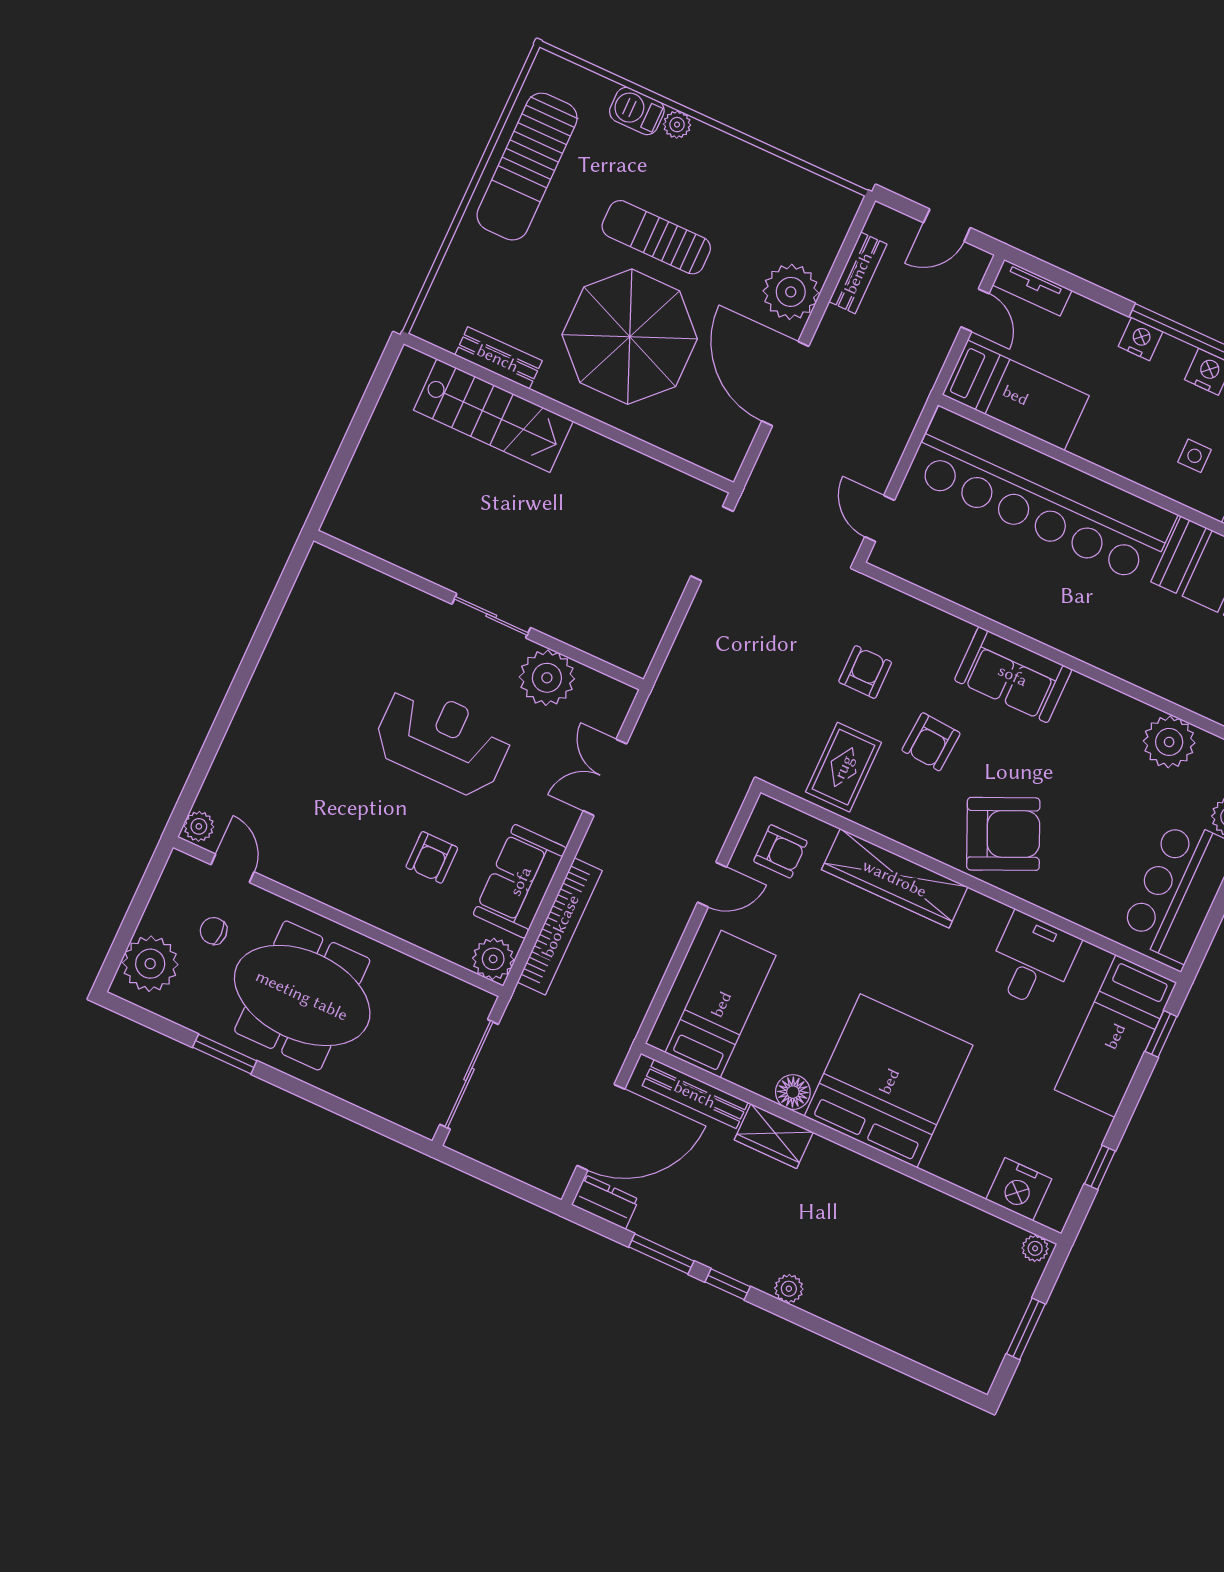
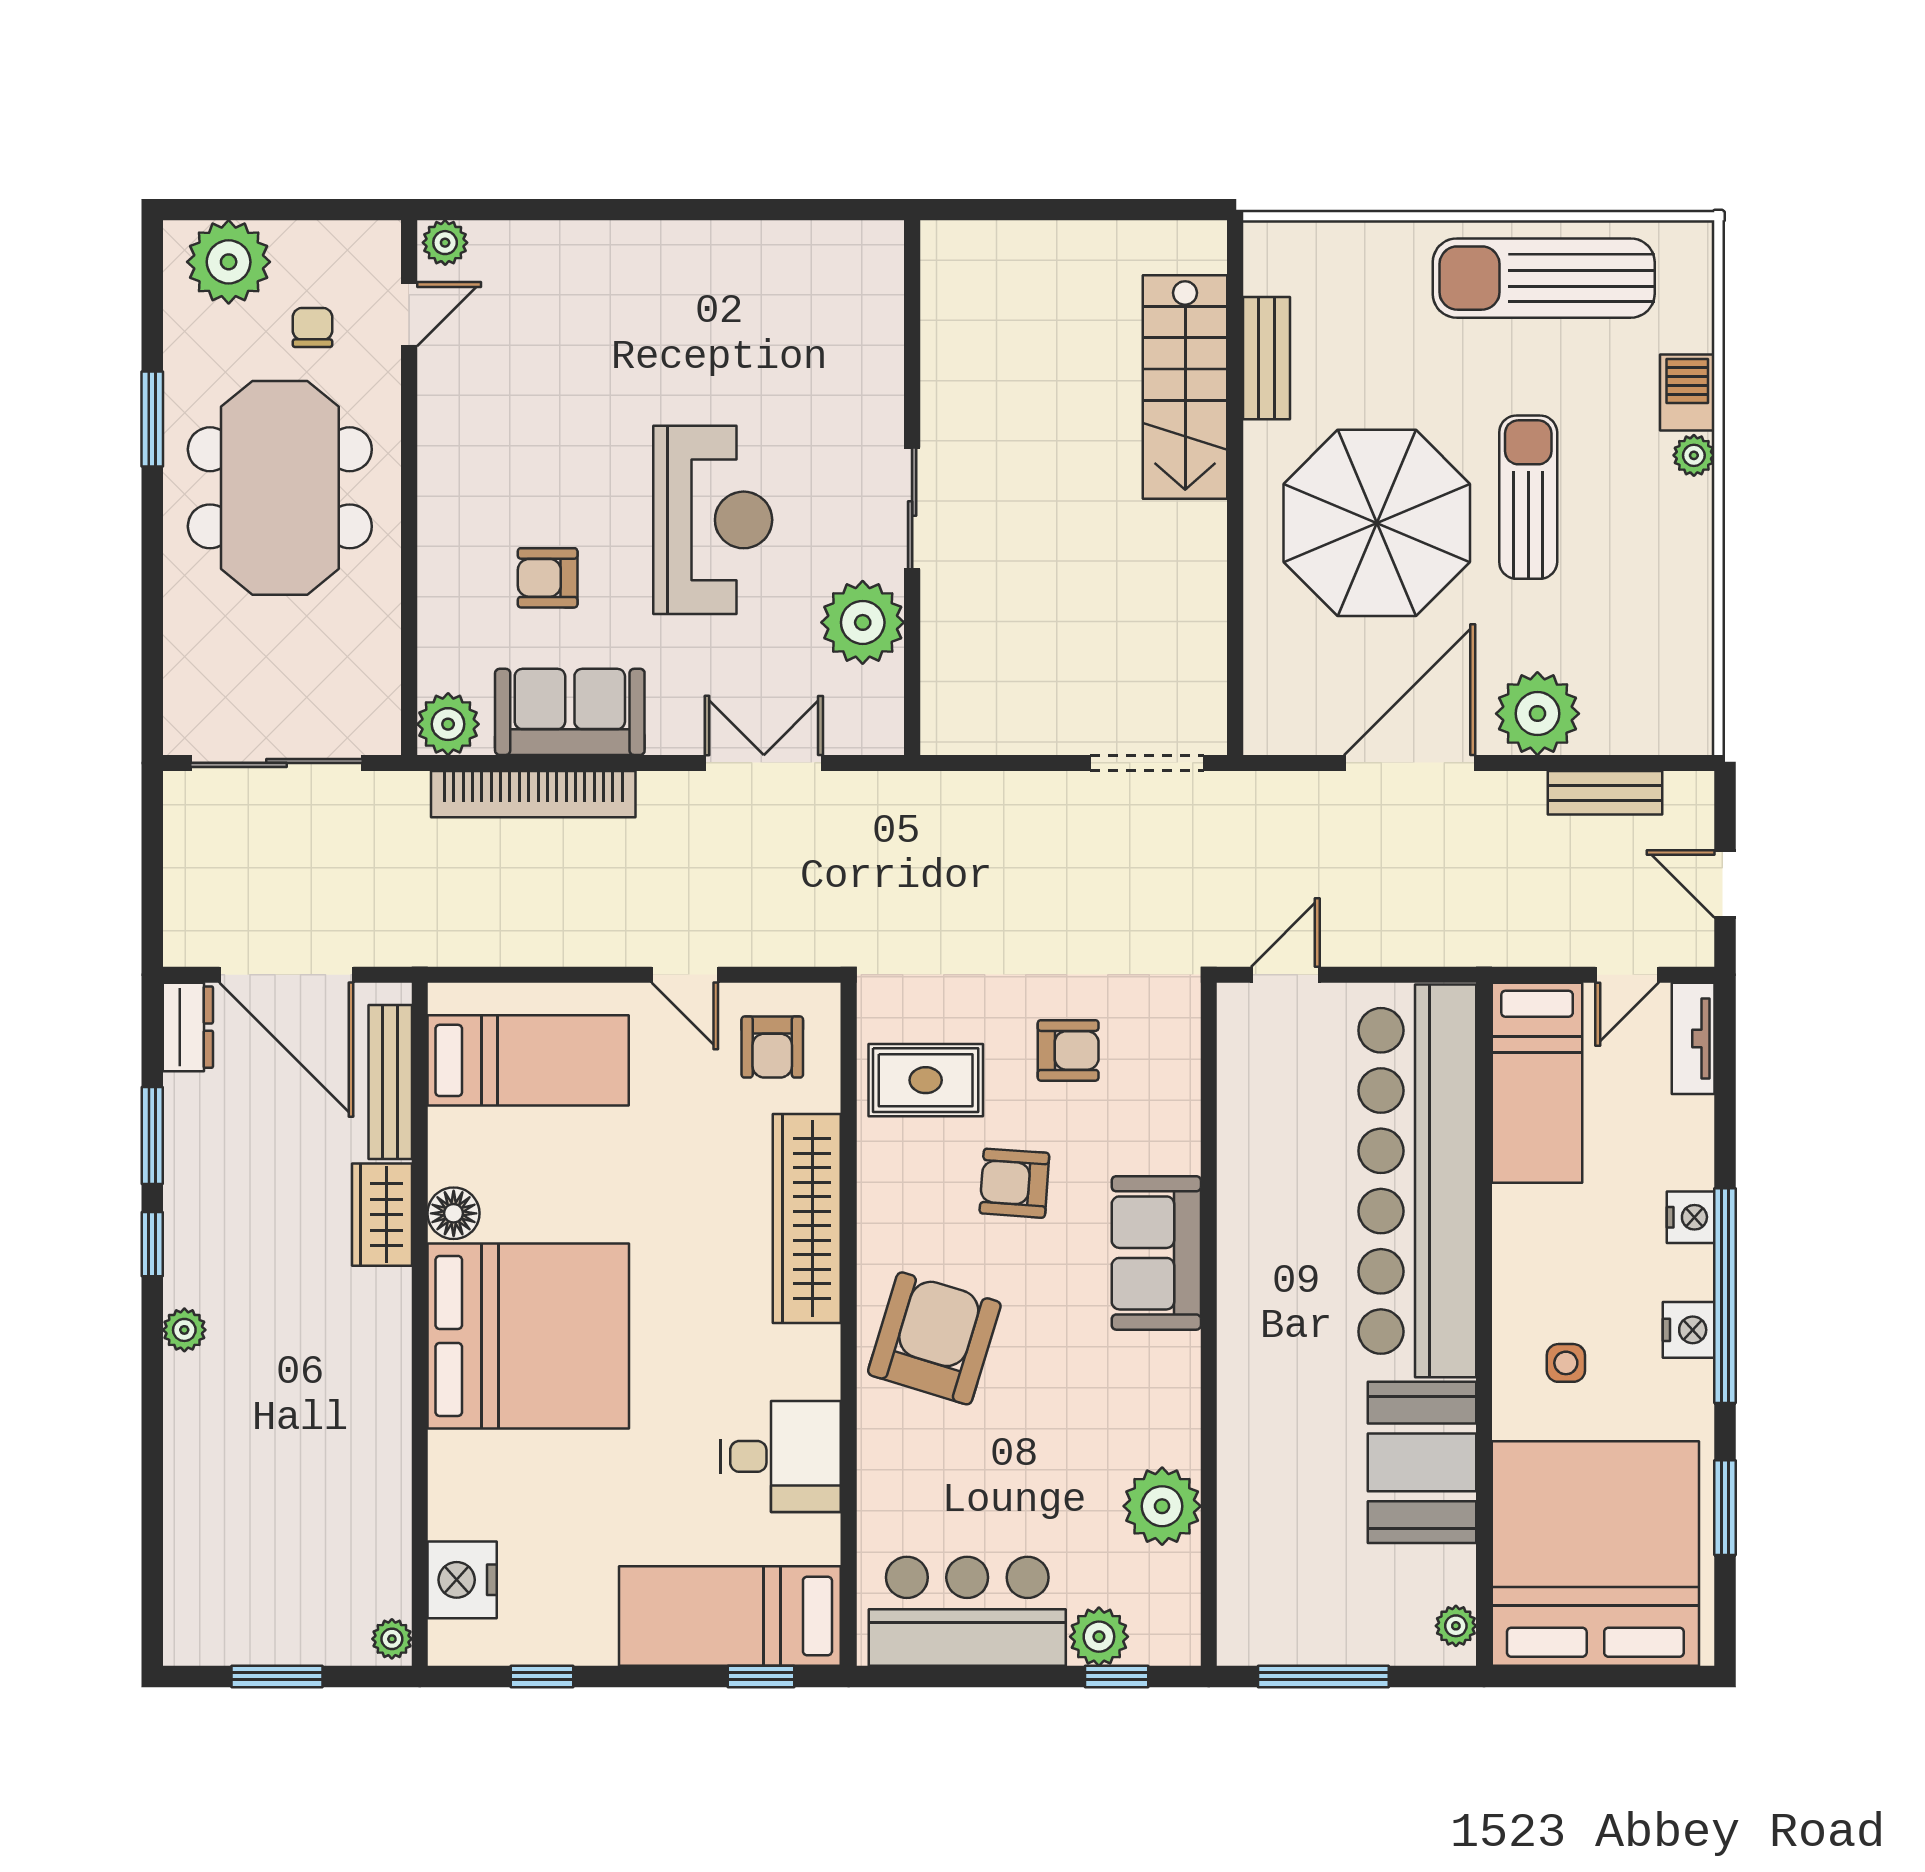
armchair: (1003, 834) -> (934, 1338), turned -139

